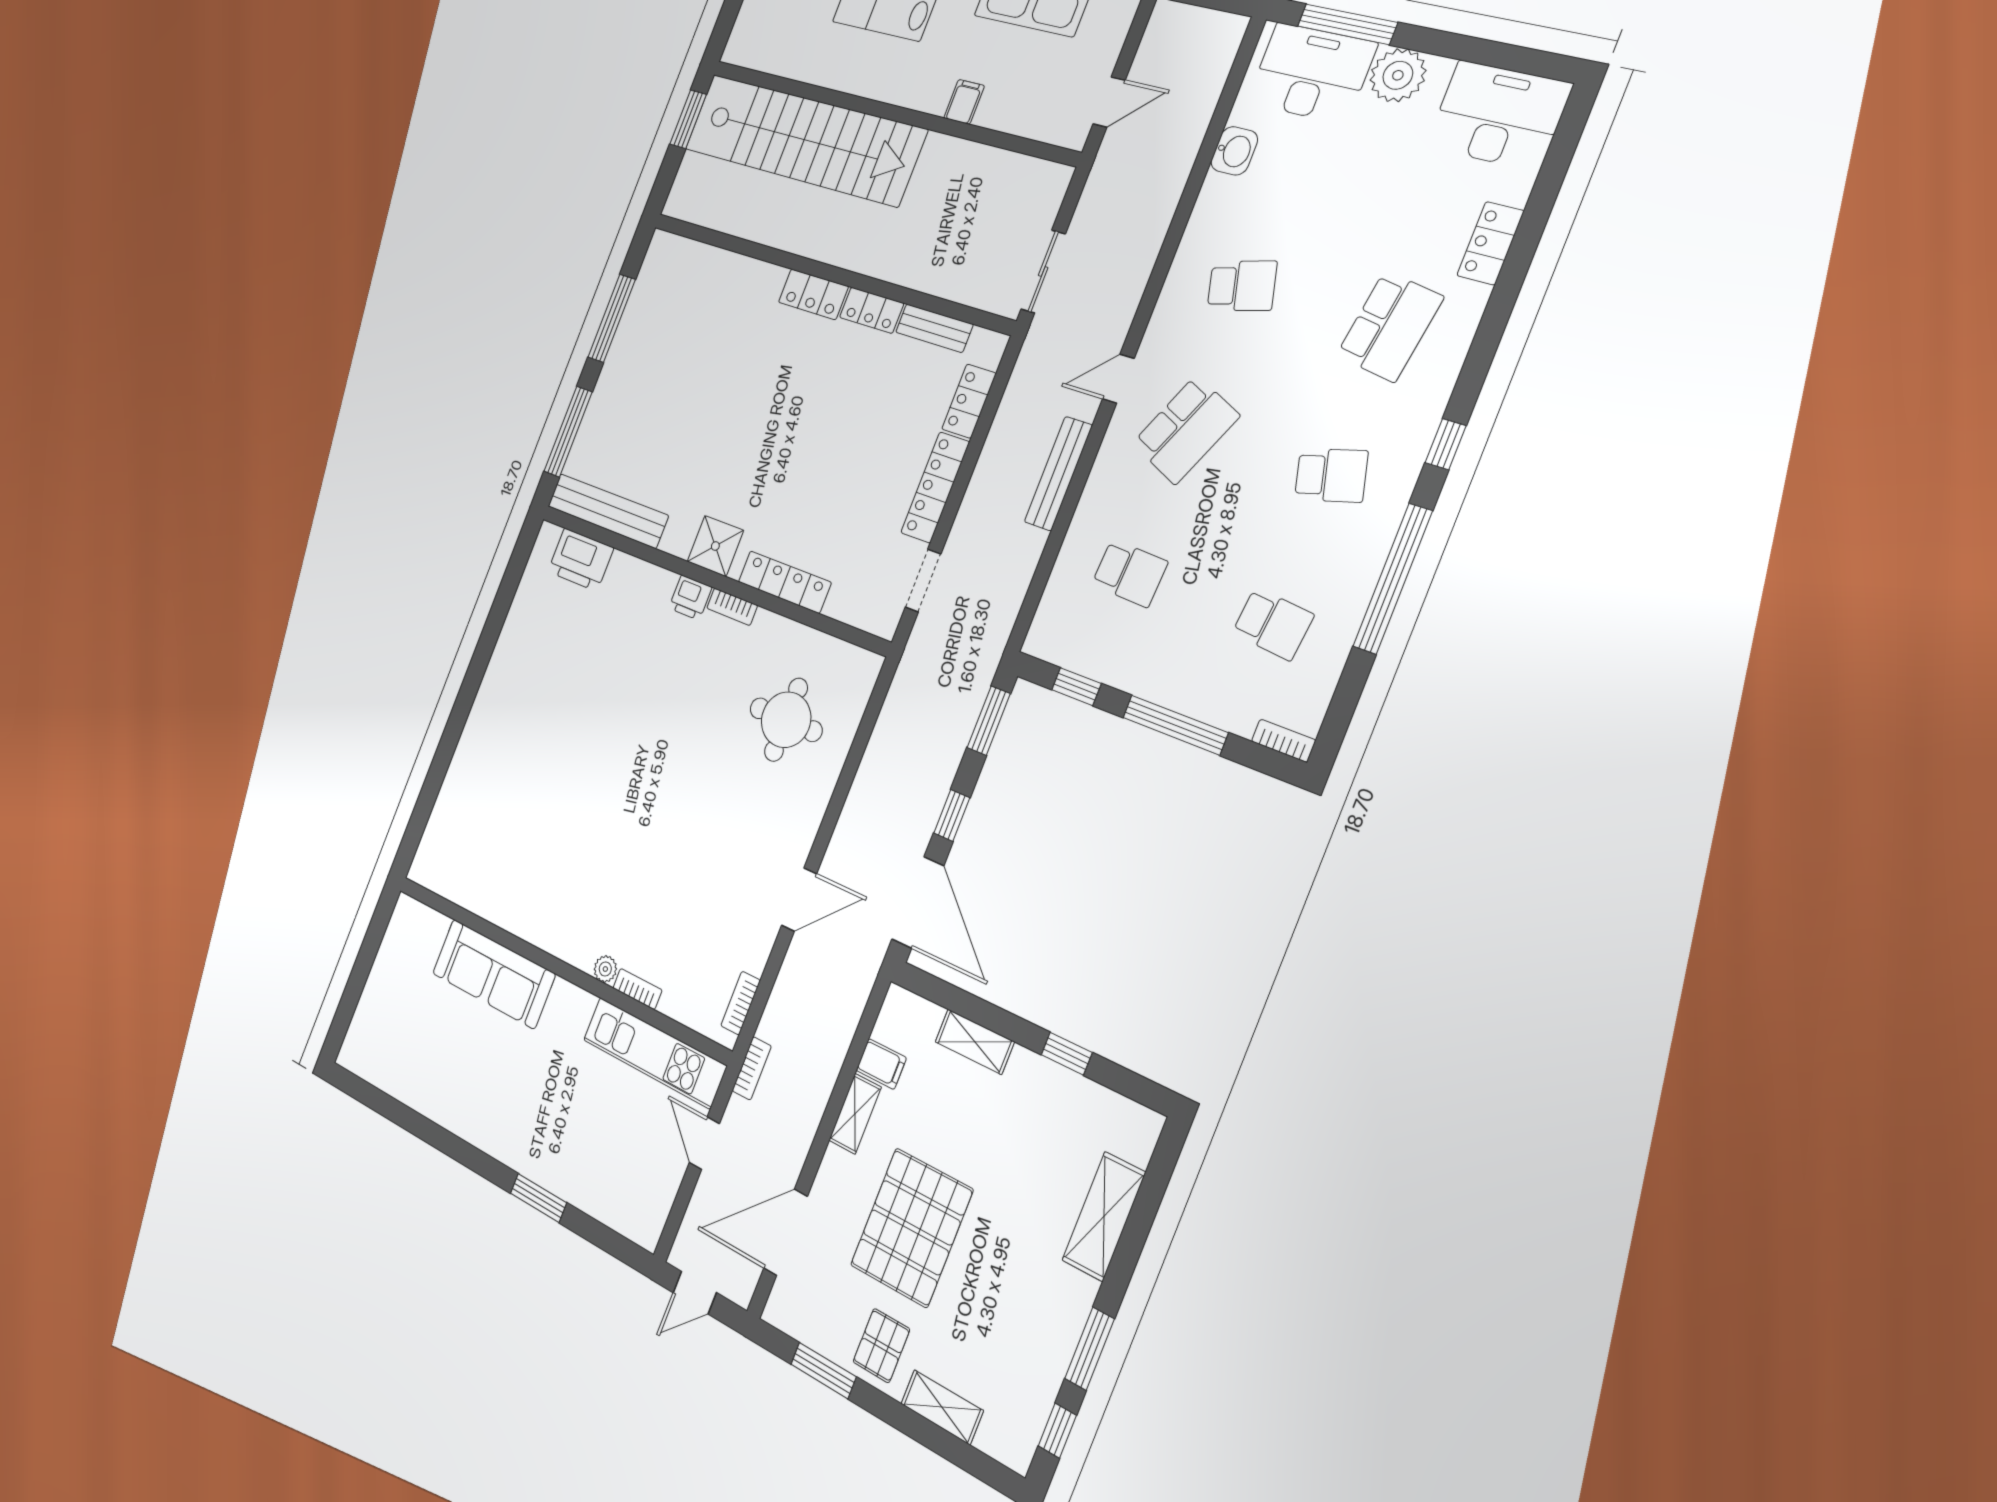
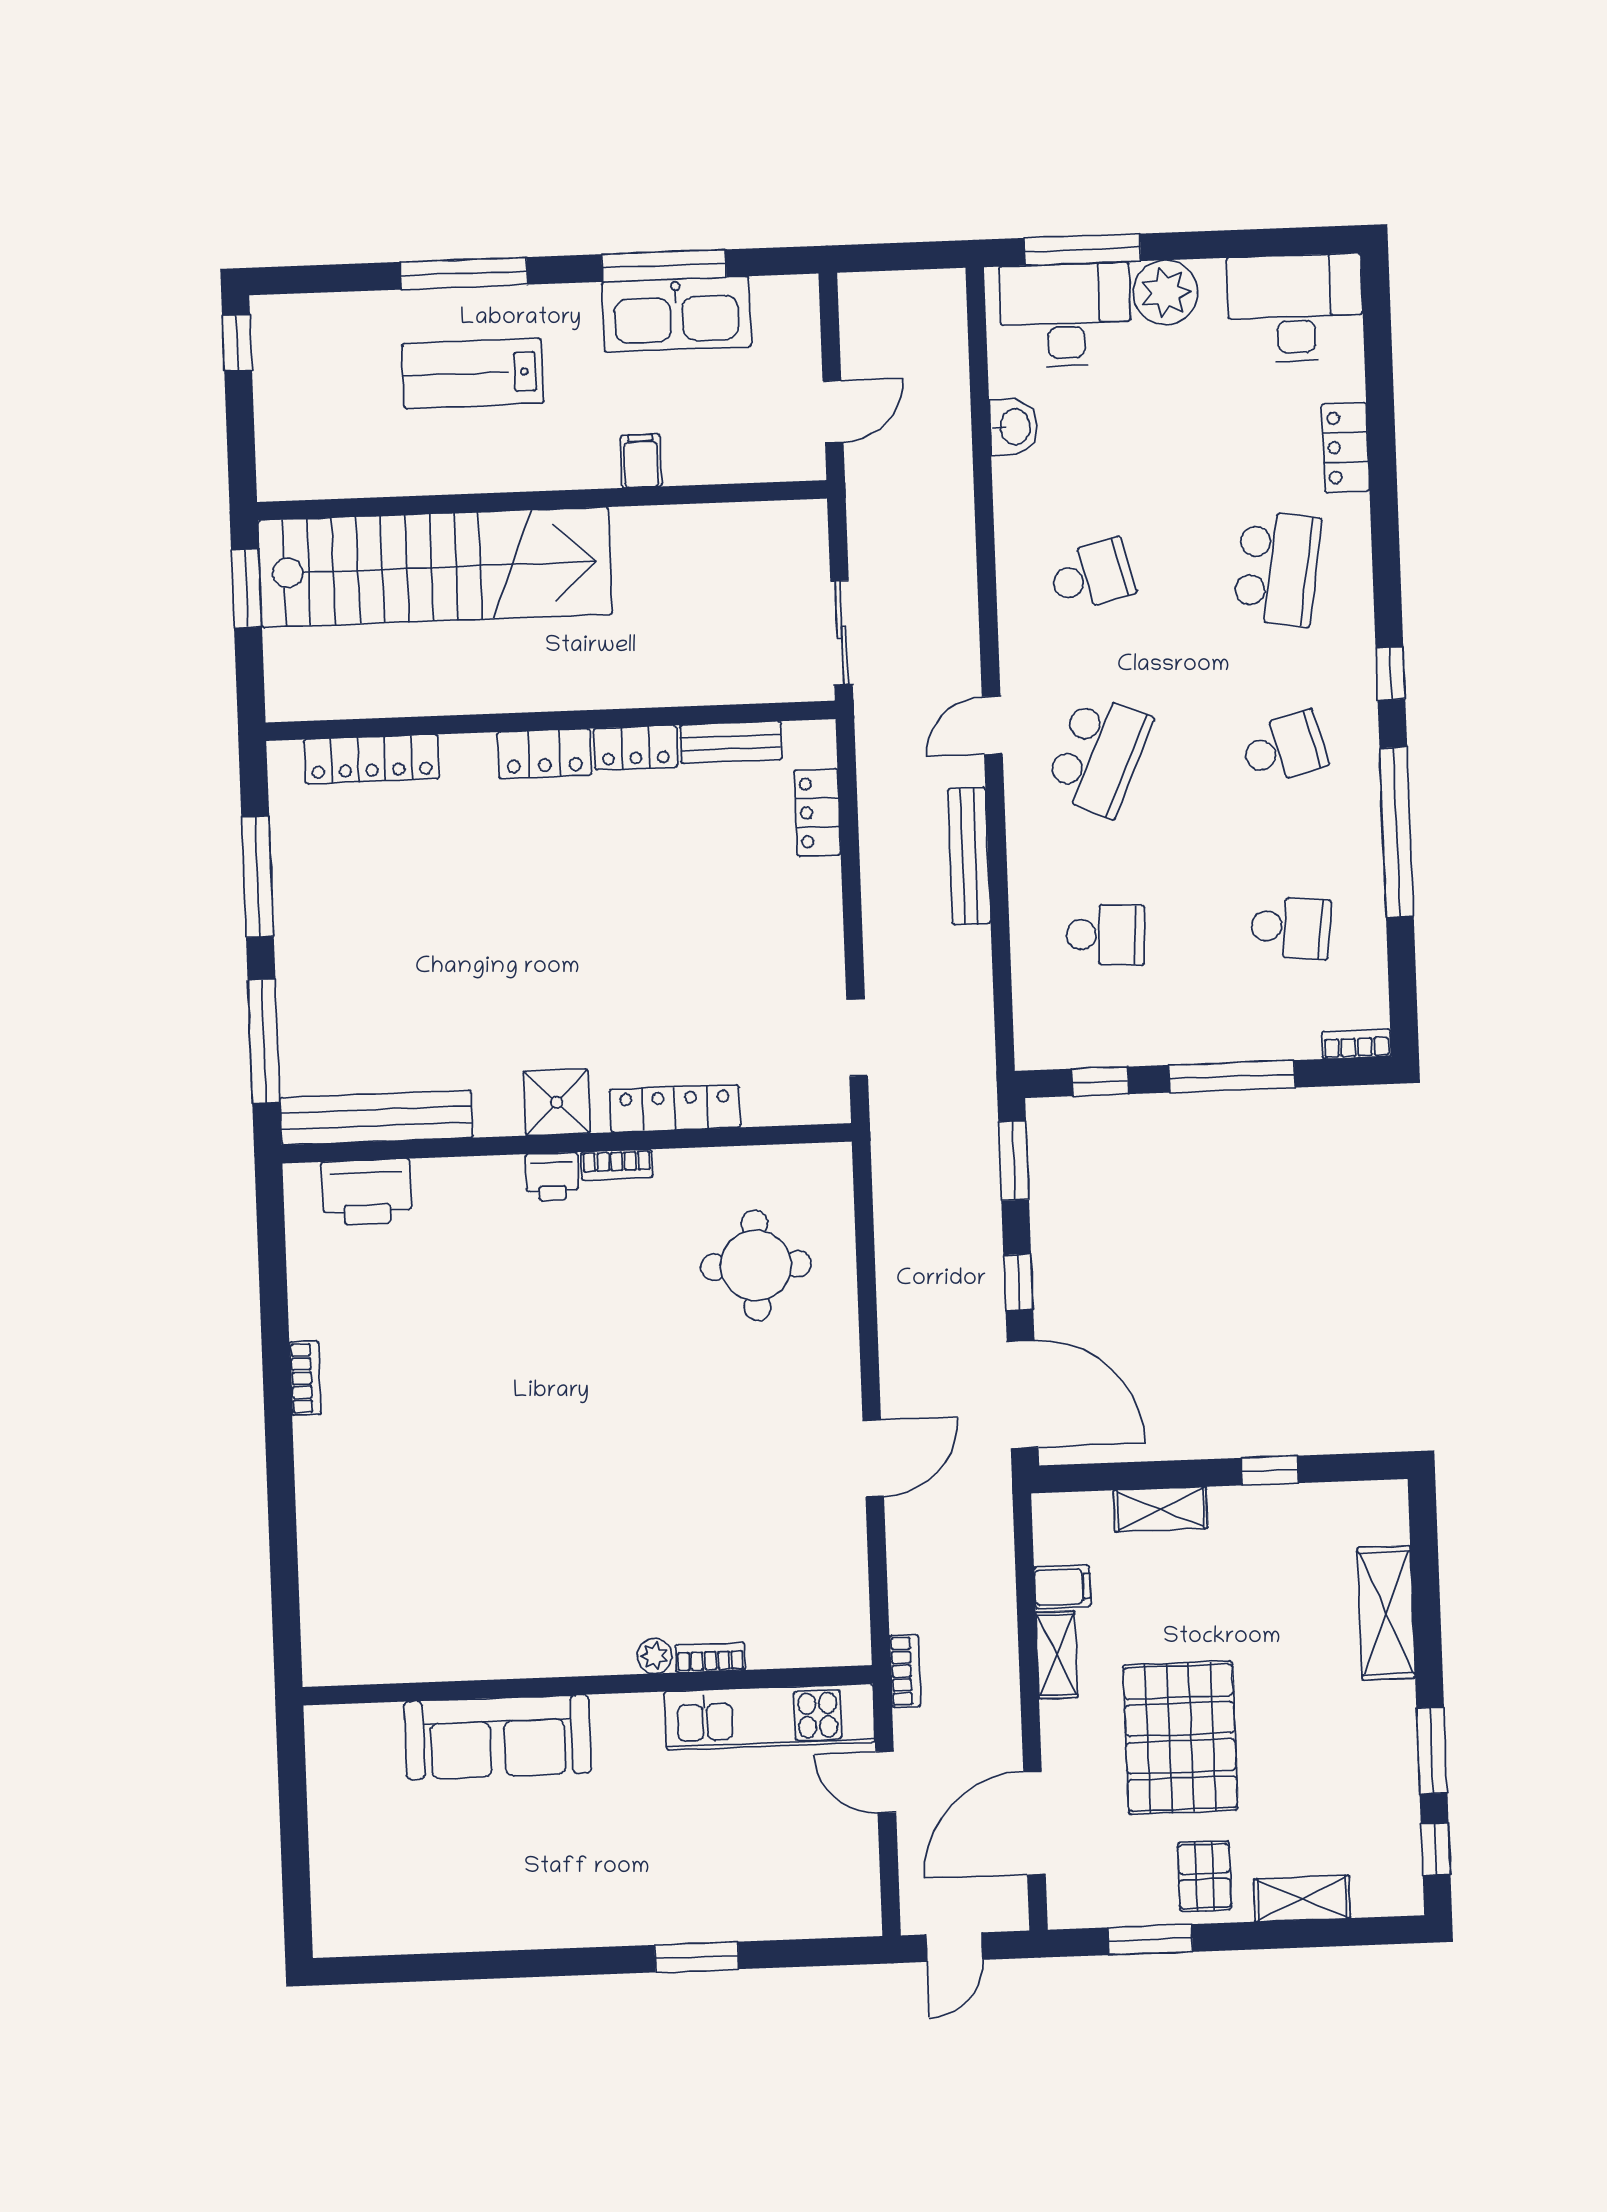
locker: (935, 487) -> (372, 759), moved, turned -90
bookcase: (741, 1003) -> (305, 1378), moved, turned 180

